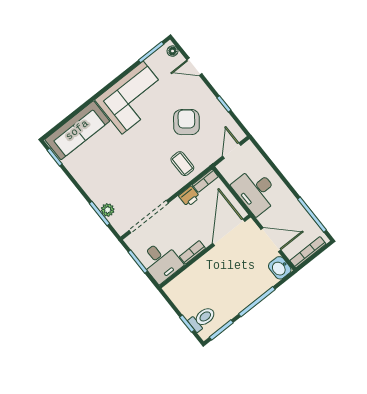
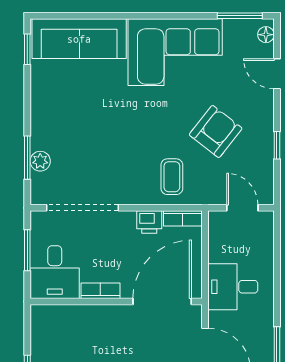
door: (232, 151) -> (242, 208), hinge flipped
desk: (256, 191) -> (233, 287), width x0.73

